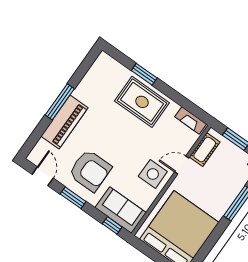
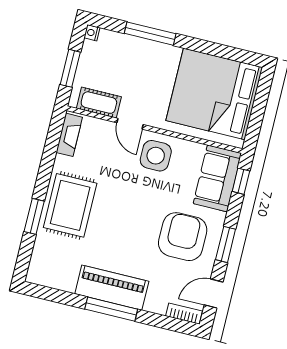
piano: (64, 122) -> (112, 288), moved
bookcase: (37, 151) -> (184, 314), added

